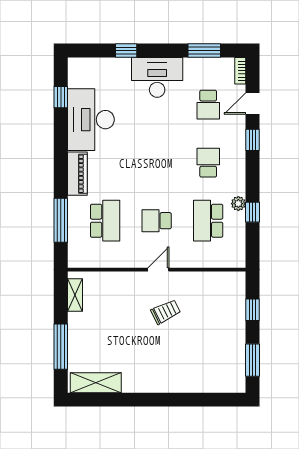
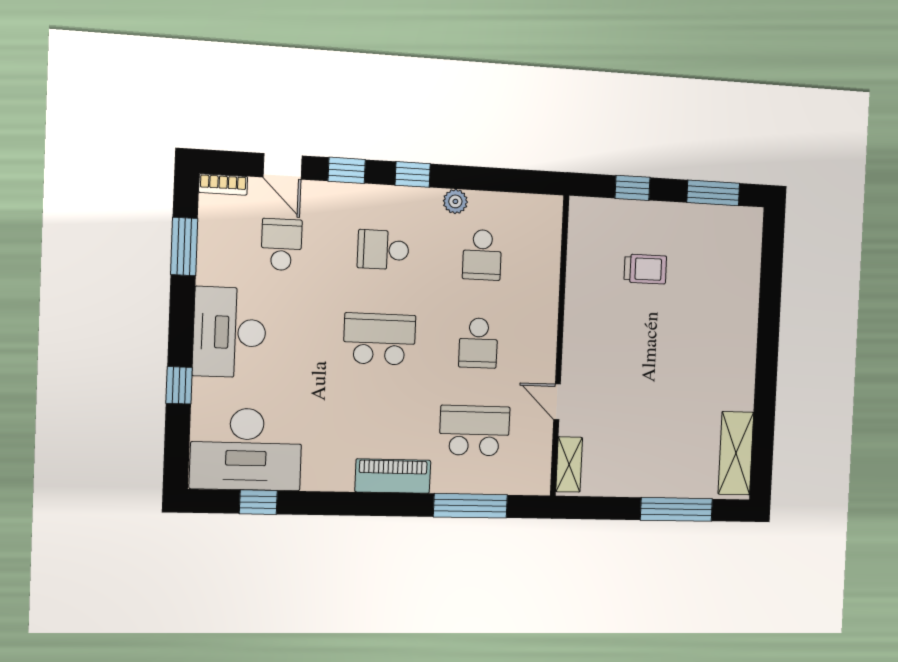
school desk: (208, 105) -> (281, 245), turned -90
desk: (91, 120) -> (246, 449), moved
school desk: (157, 163) -> (379, 339), added
window: (252, 212) -> (413, 174), moved
school desk: (208, 221) -> (482, 255), width x0.54
door: (158, 270) -> (557, 402), moved
shelving: (75, 295) -> (569, 464), moved, turned 90
trolley: (166, 312) -> (645, 269), moved, turned 116

